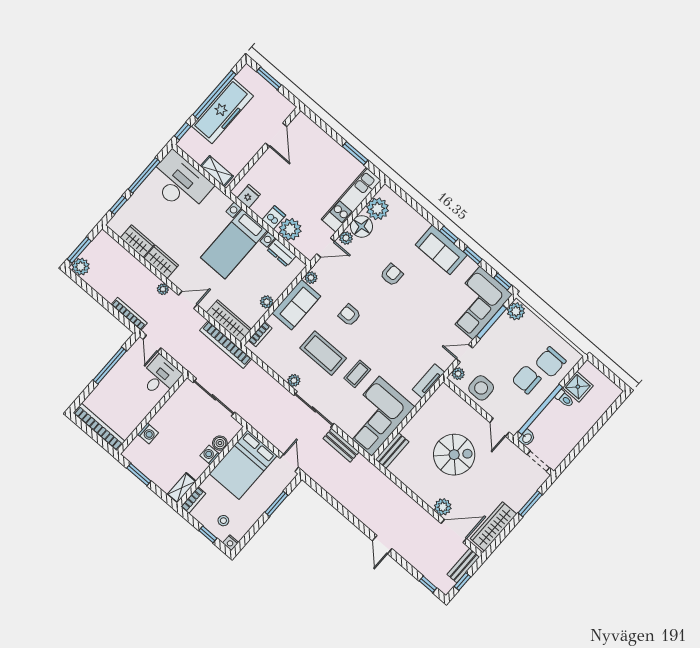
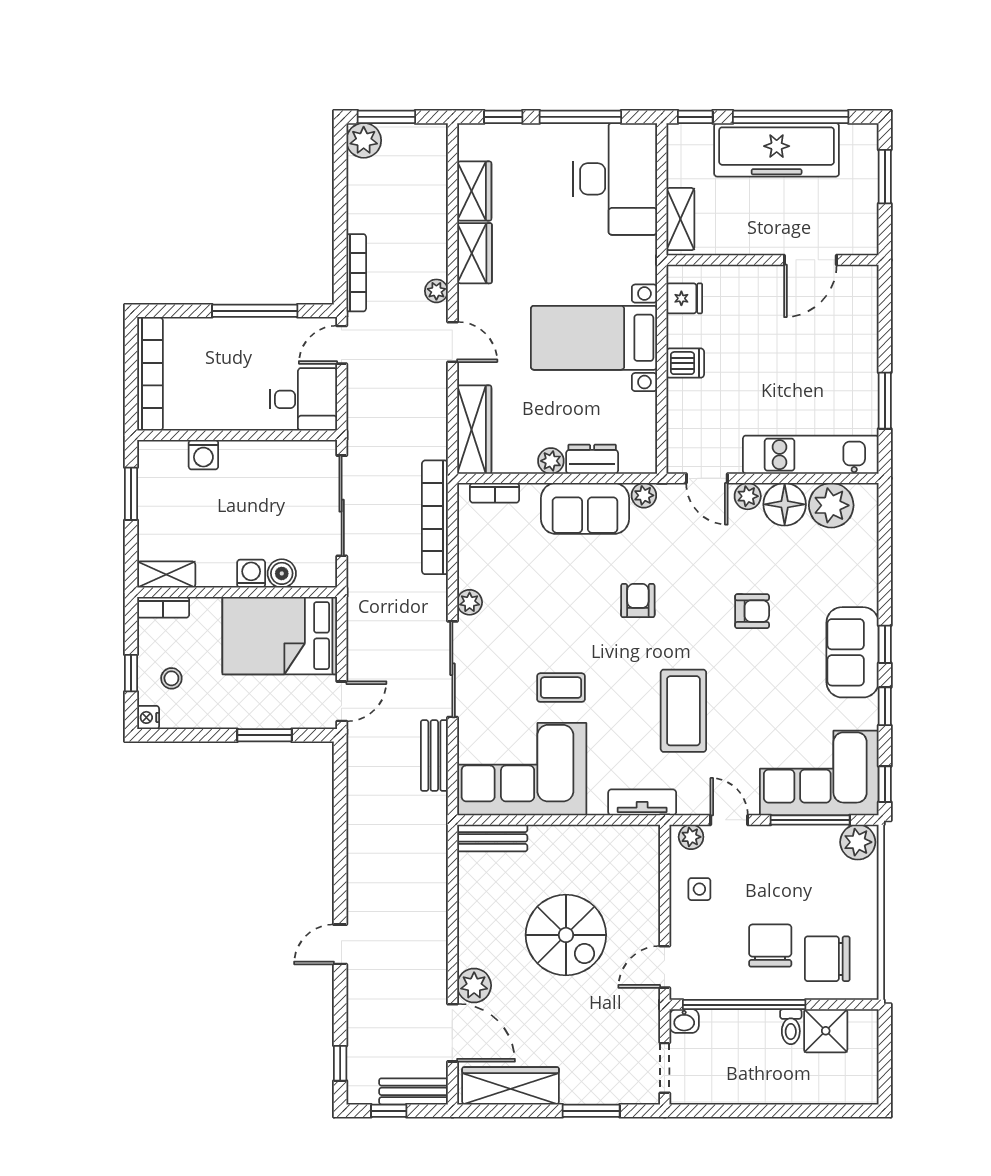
plant: (290, 229) -> (688, 402), removed
dresser: (281, 253) -> (592, 459), moved, turned 90
bookcase: (226, 345) -> (435, 517), moved
coffee table: (323, 353) -> (683, 711), moved
side table: (481, 388) -> (699, 889), width x0.54, depth x0.54

